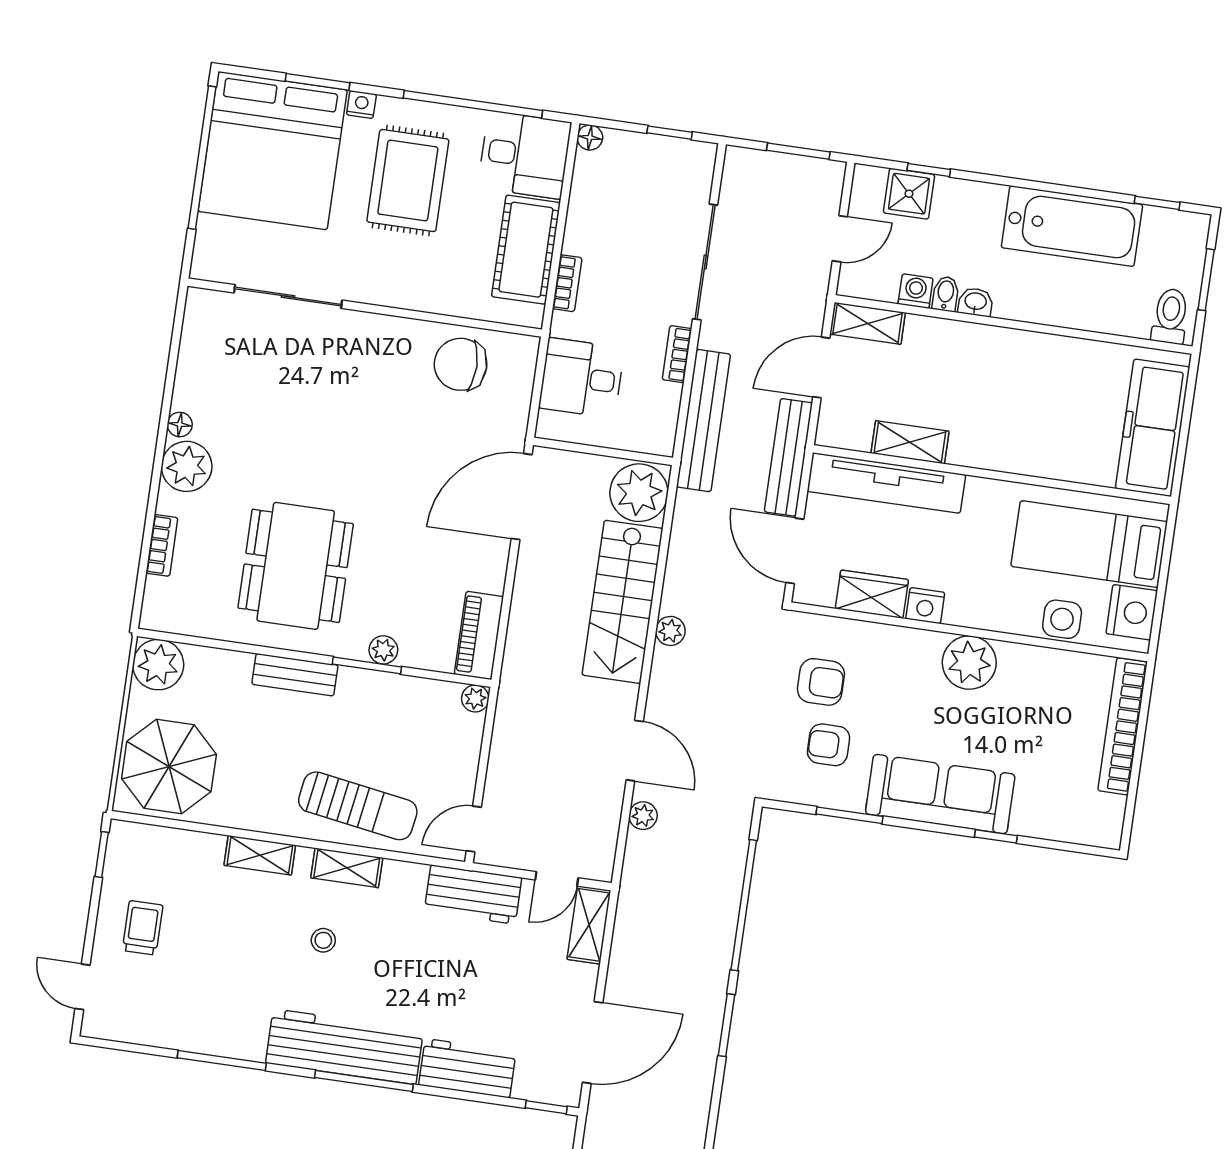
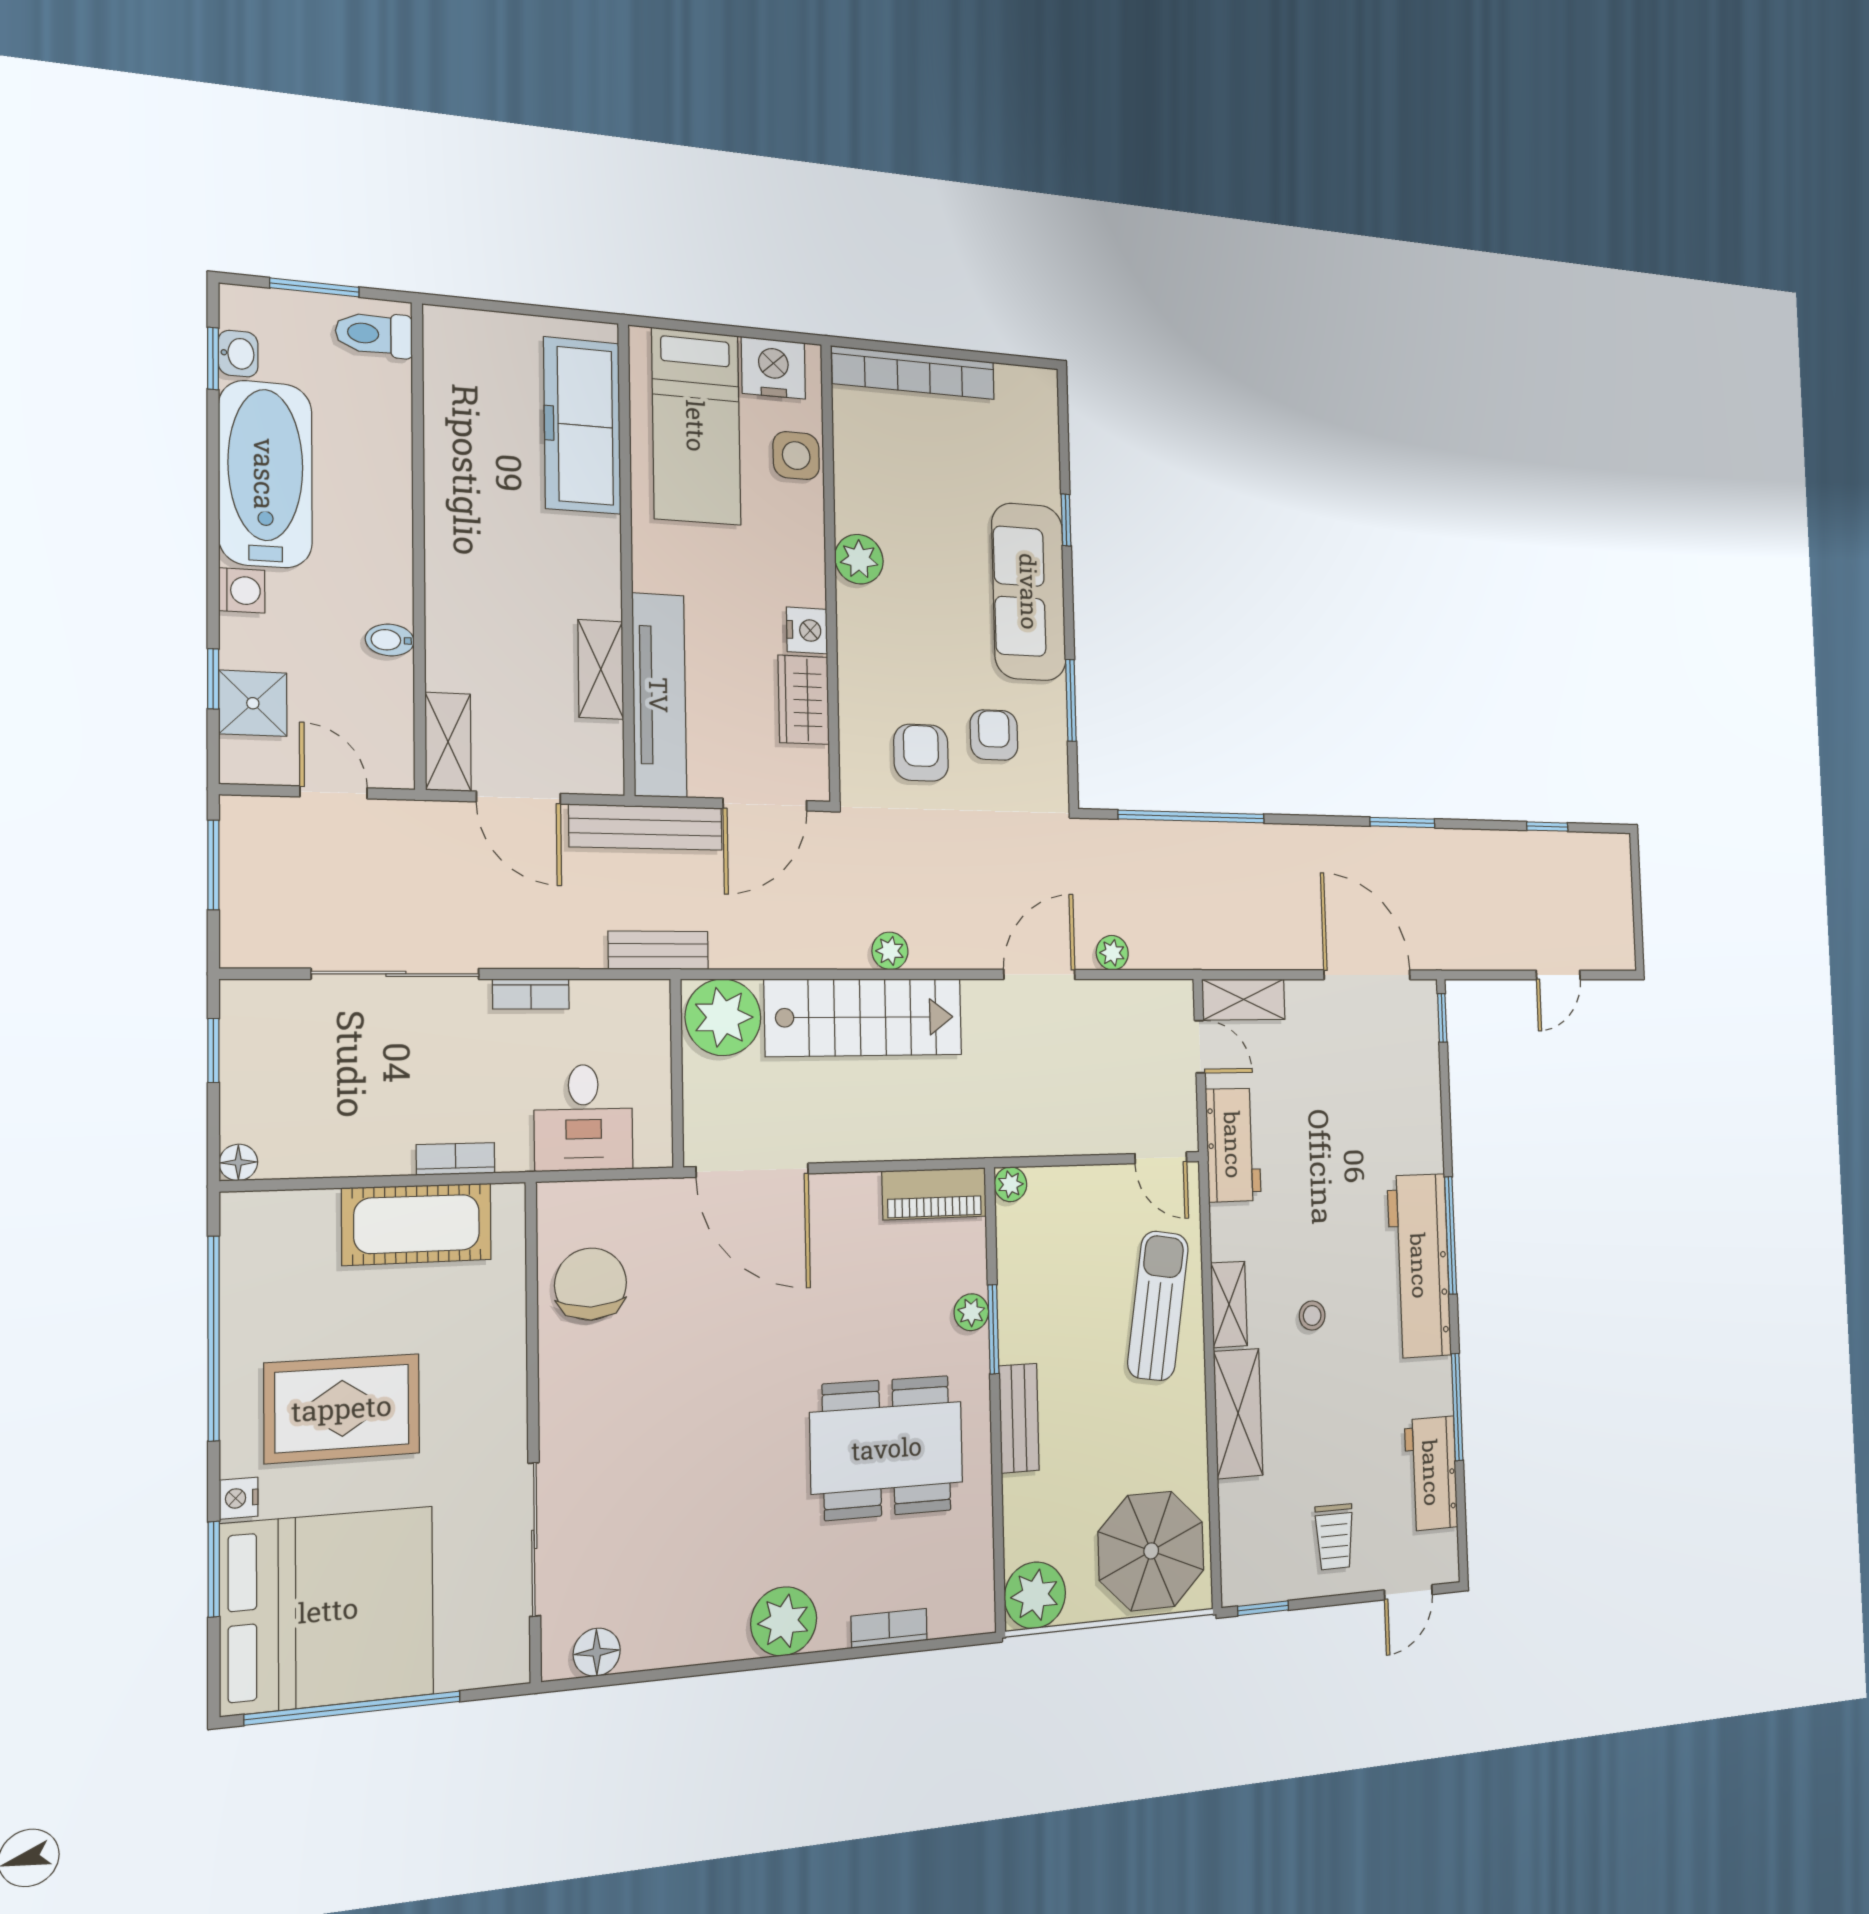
desk: (525, 155) -> (279, 1250), removed
washing machine: (916, 291) -> (242, 590), moved, turned 180
washbasin: (976, 302) -> (238, 354), moved, turned 180
chair: (461, 364) -> (591, 1284), turned 180
bench: (703, 421) -> (658, 950), width x0.54, depth x0.82
floor lamp: (180, 425) -> (597, 1652), moved, width x1.37, depth x1.37
freezer: (1153, 428) -> (582, 426), moved, turned 90
plant: (969, 663) -> (859, 559), width x0.73, depth x0.73
armchair: (828, 745) -> (994, 735), turned 180
shelving: (260, 855) -> (1238, 1413), width x1.50, depth x1.33
trolley: (143, 928) -> (1334, 1537), turned -90
window: (726, 1025) -> (1402, 822), moved
workbench: (467, 1068) -> (1431, 1473), moved

